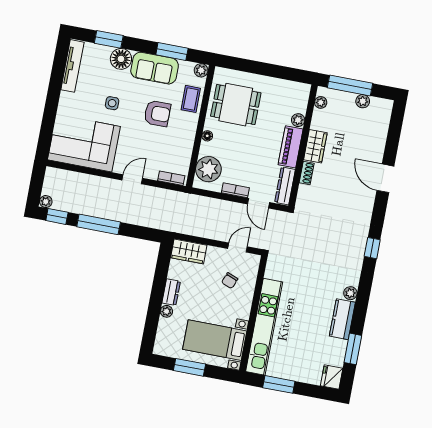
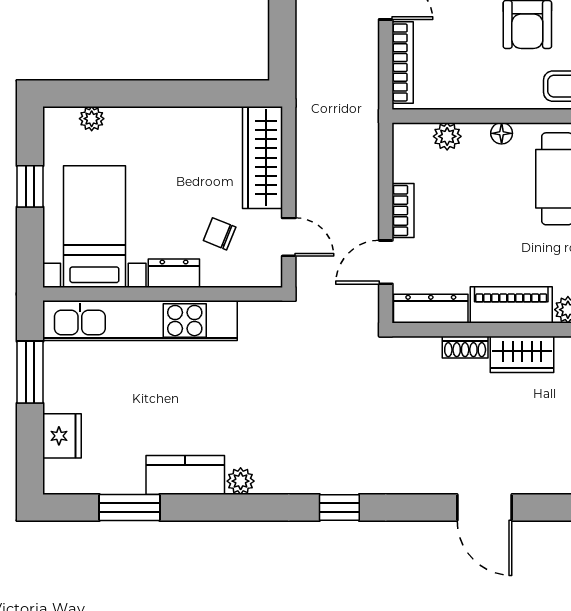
plant: (208, 169) -> (447, 136), width x0.53, depth x0.53
bookcase: (171, 178) -> (403, 62), width x1.56
door: (385, 178) -> (484, 507), swing flipped
wardrobe: (189, 251) -> (263, 158), width x1.50
dresser: (171, 292) -> (174, 273), moved, turned 180
plant: (166, 311) -> (92, 119), moved
window: (190, 367) -> (30, 186), width x0.67
fridge: (332, 377) -> (62, 436), moved, turned 90

